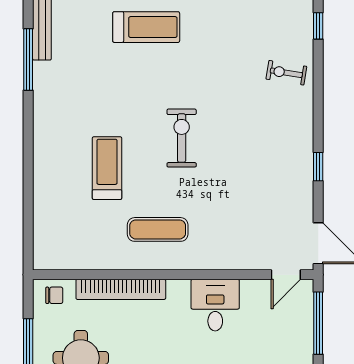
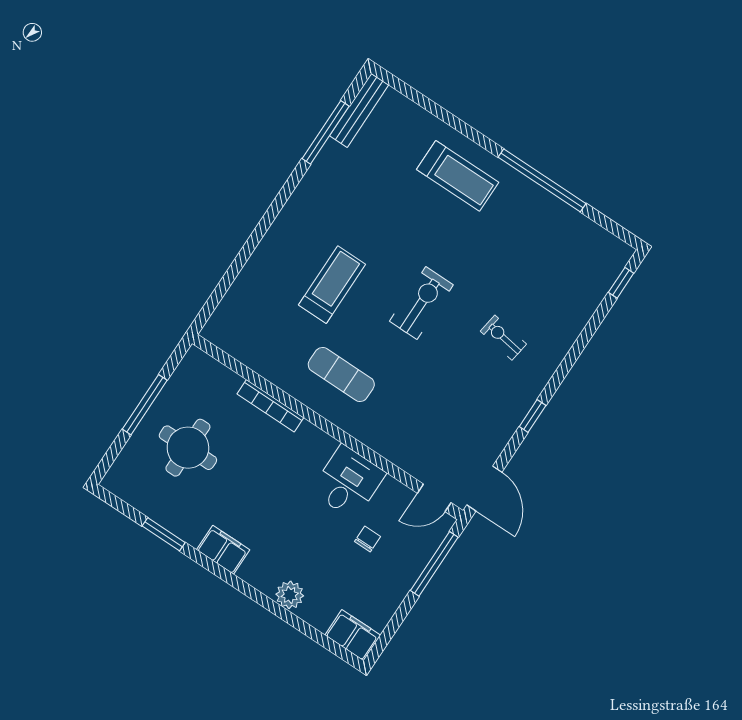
exercise bike: (286, 73) -> (503, 338), moved
bookcase: (121, 289) -> (270, 406), width x0.68, depth x0.76
chair: (54, 295) -> (368, 539), moved, turned -90

